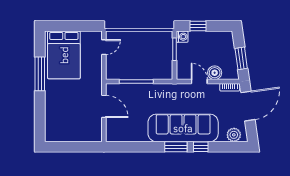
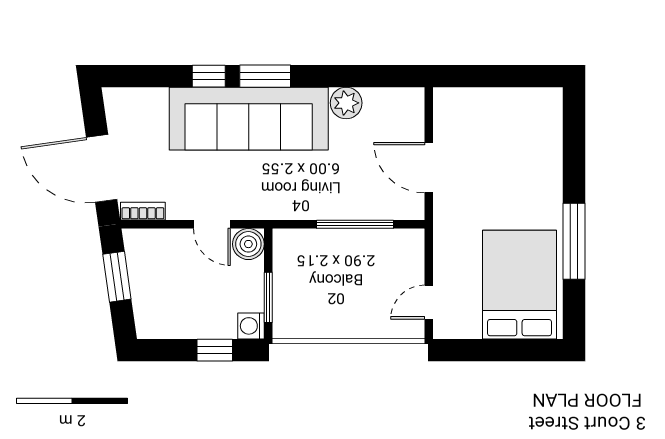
boiler: (215, 73) -> (248, 244), moved
door: (248, 106) -> (102, 168), hinge flipped
plant: (234, 135) -> (346, 103), moved

